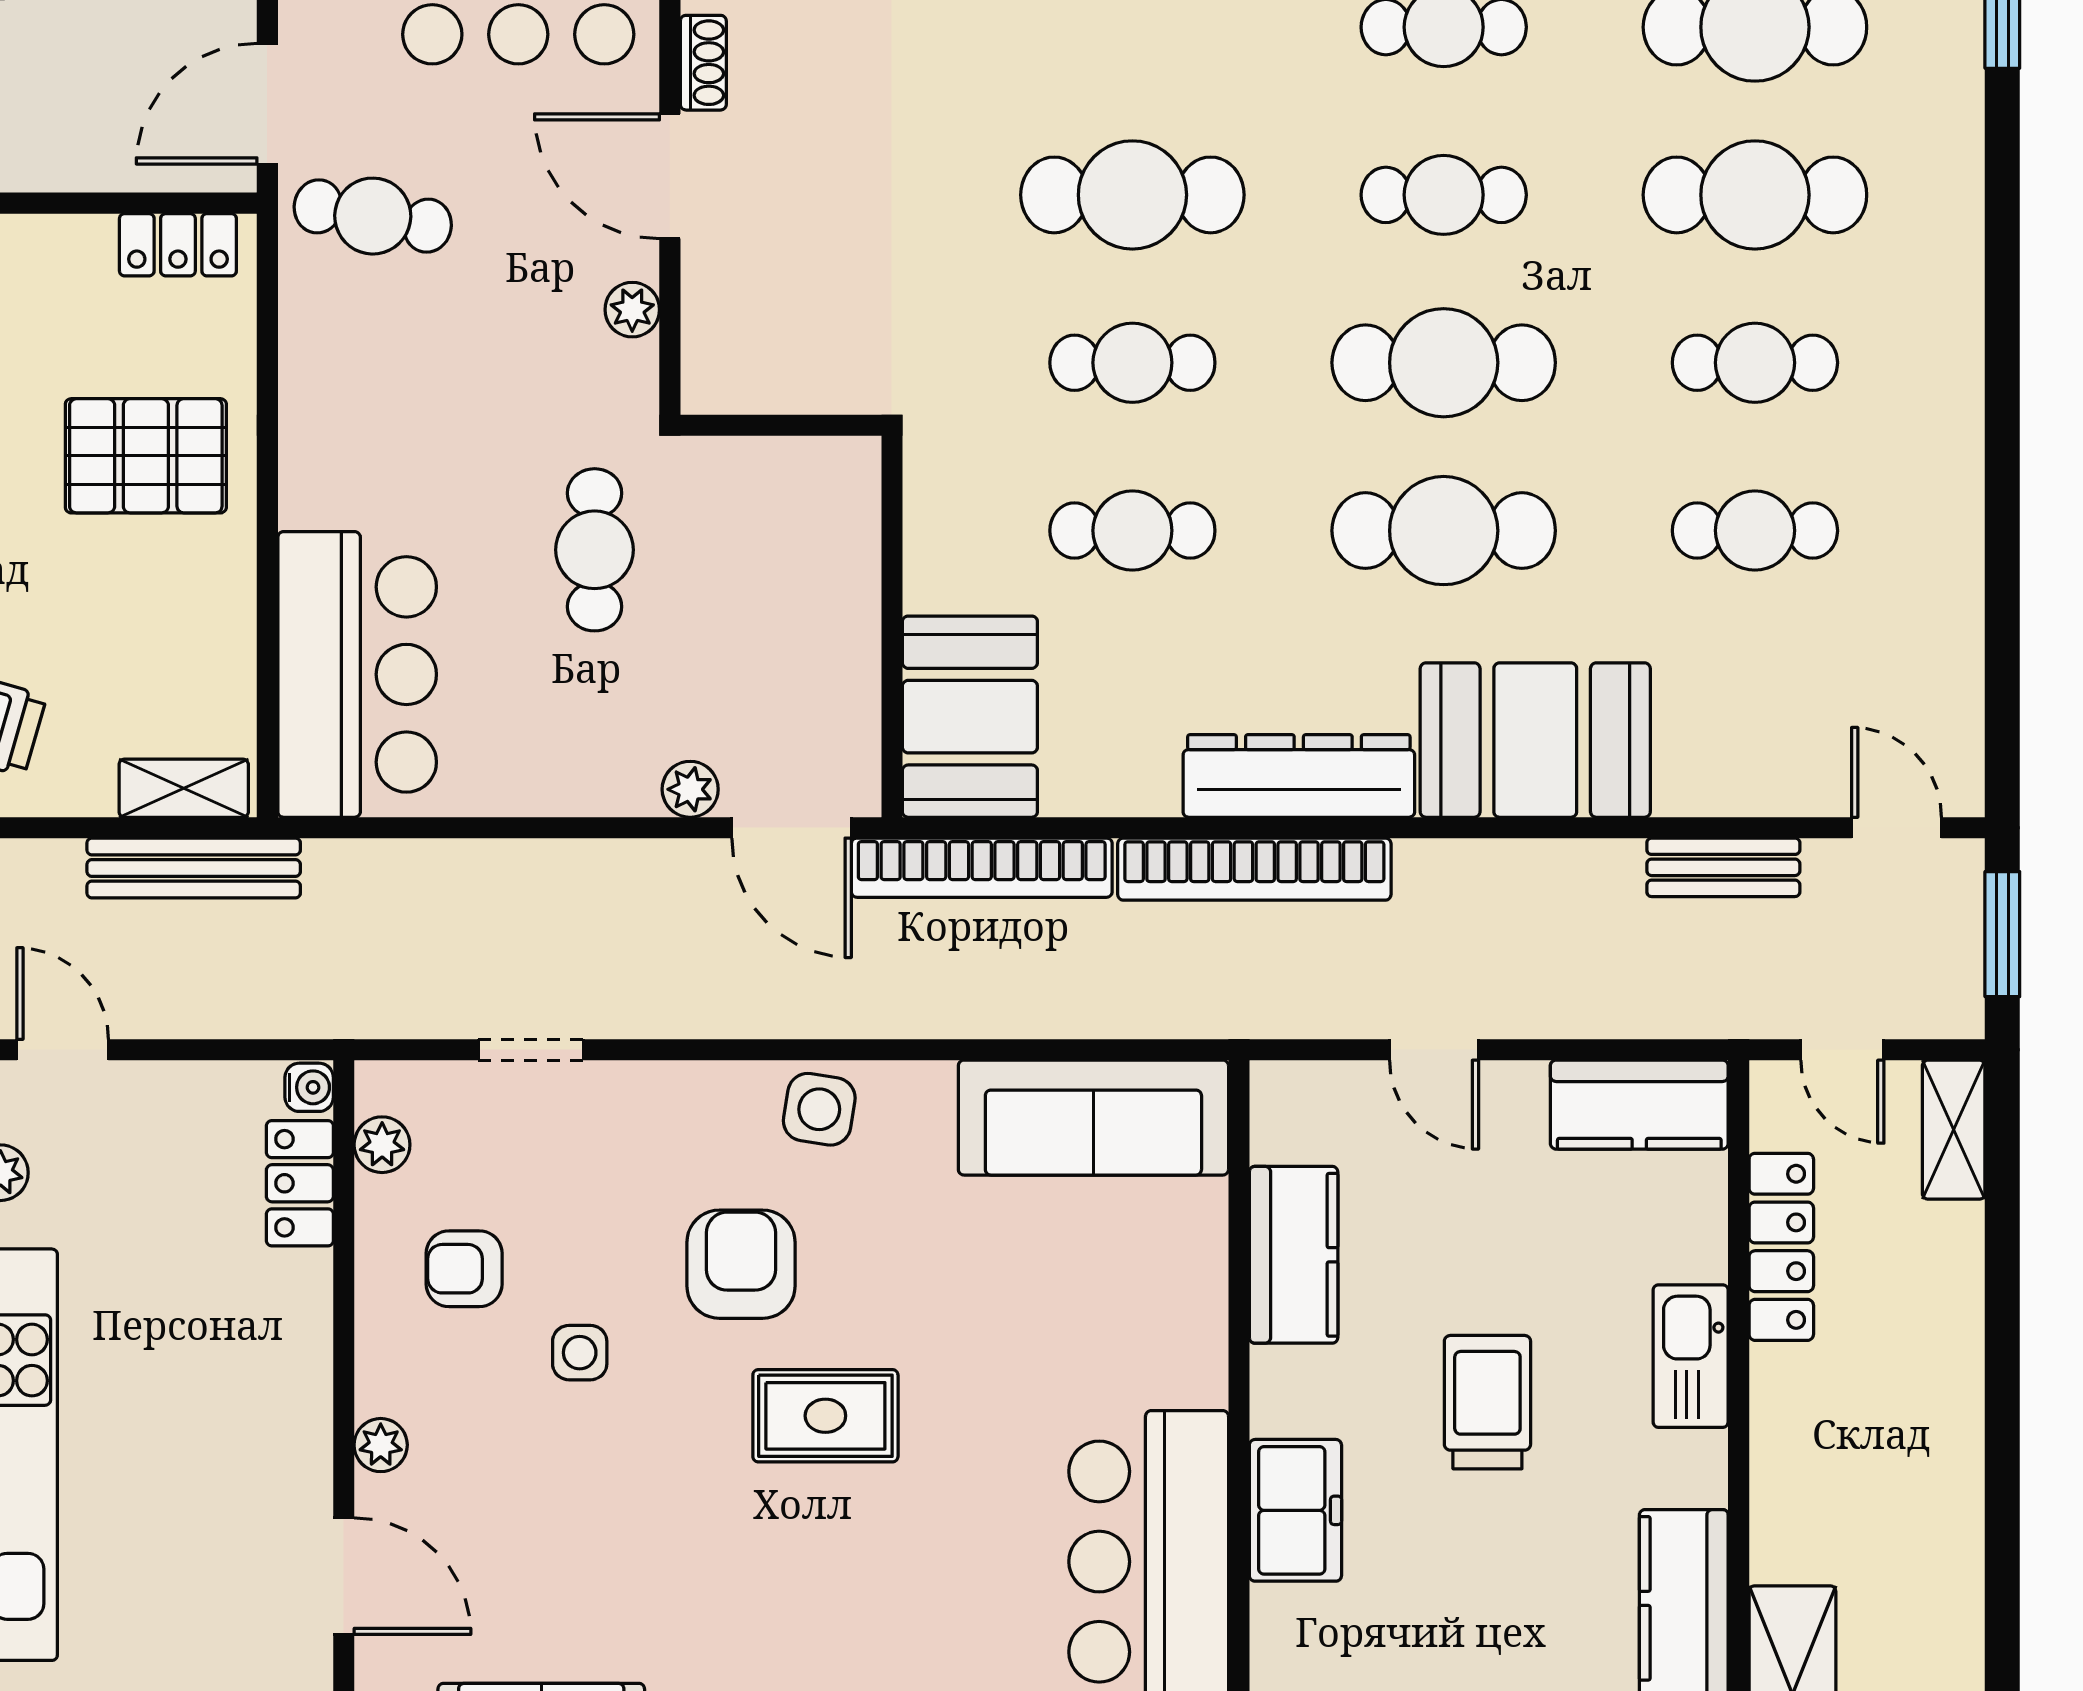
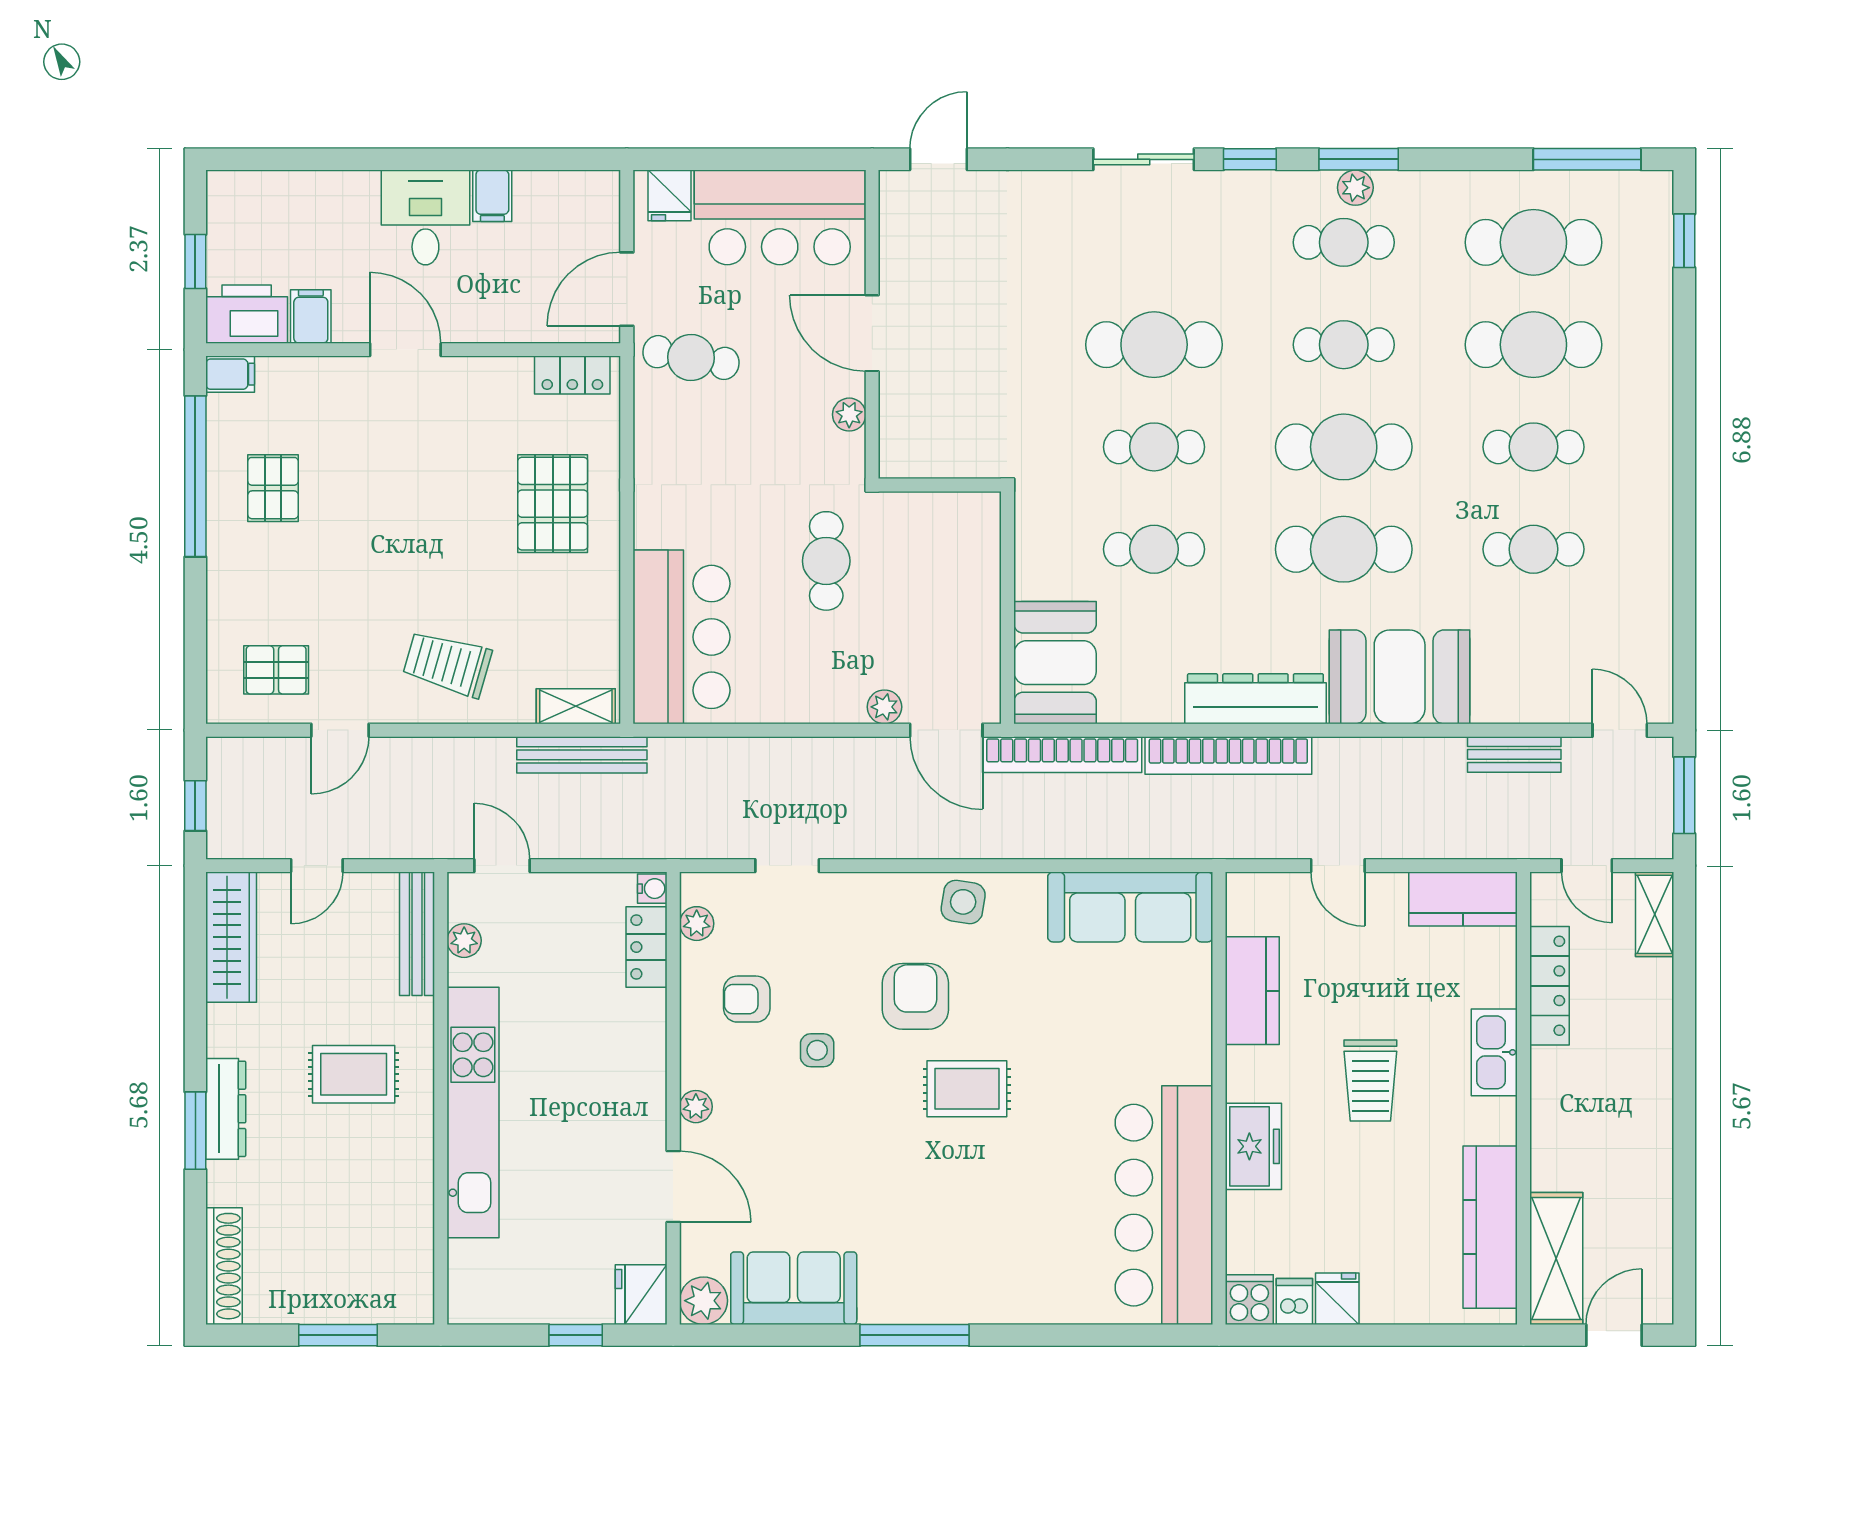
shoe rack: (703, 63) -> (892, 264), removed
pallet: (146, 456) -> (553, 504), turned 90
trolley: (1487, 1402) -> (1370, 1080), turned 180

